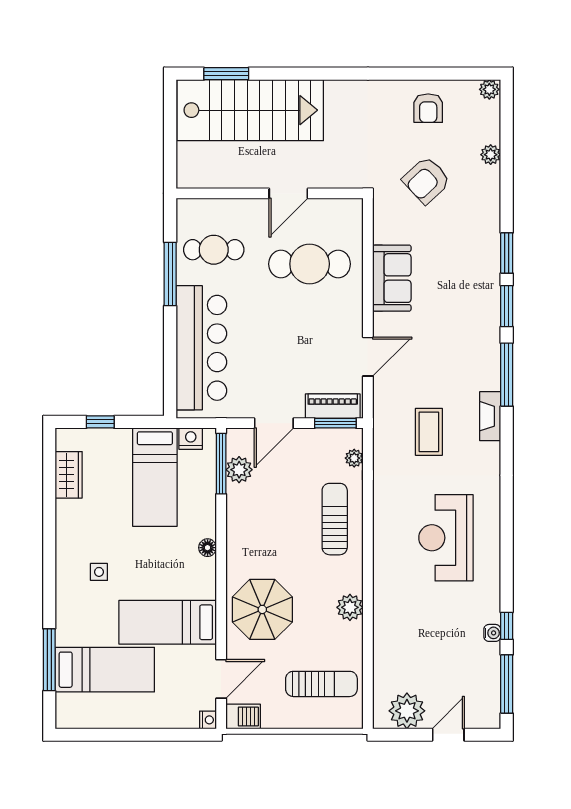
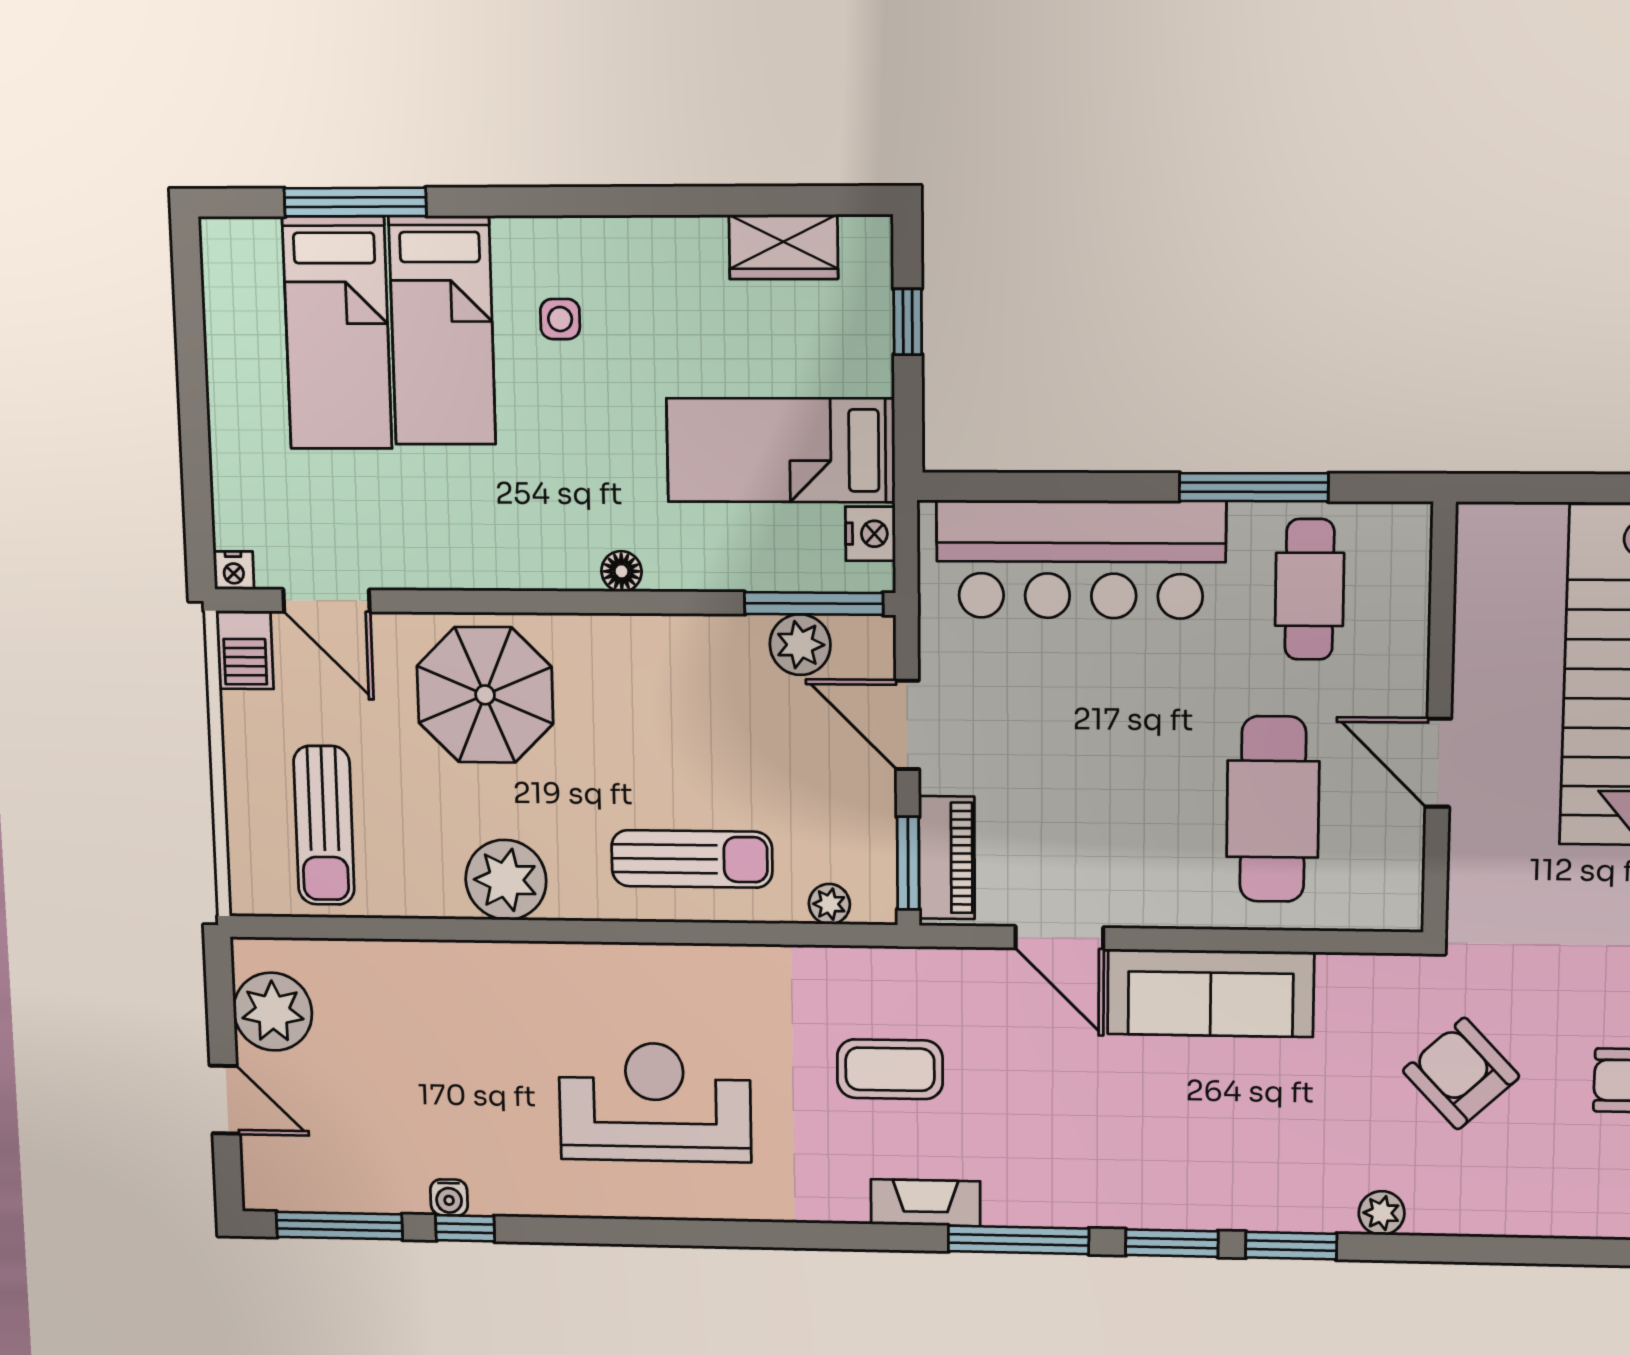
plant: (491, 155) -> (1382, 1213), moved
sofa: (392, 278) -> (1211, 993), width x1.36
plant: (350, 607) -> (506, 880), width x1.36, depth x1.36
bed: (168, 622) -> (442, 331), moved, turned 180

